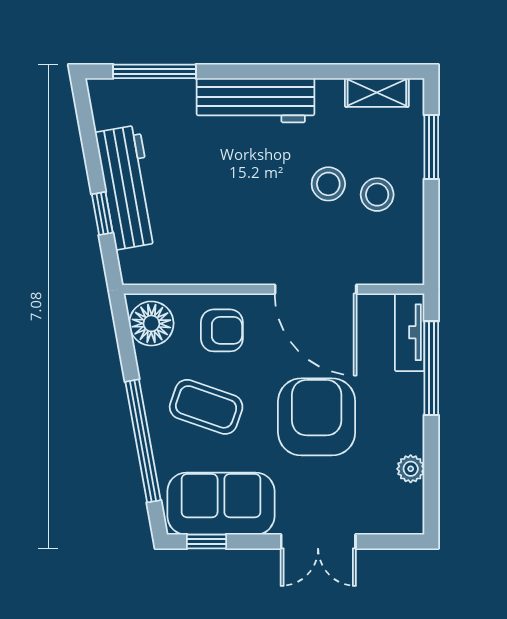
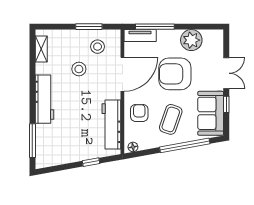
window: (431, 147) -> (89, 27), moved
workbench: (127, 187) -> (111, 124), moved, turned -80
stool: (377, 195) -> (98, 47), moved
floor lamp: (151, 323) -> (133, 147), width x0.53, depth x0.53
plant: (411, 469) -> (191, 40), width x1.87, depth x1.87
window: (206, 541) -> (226, 104), moved

